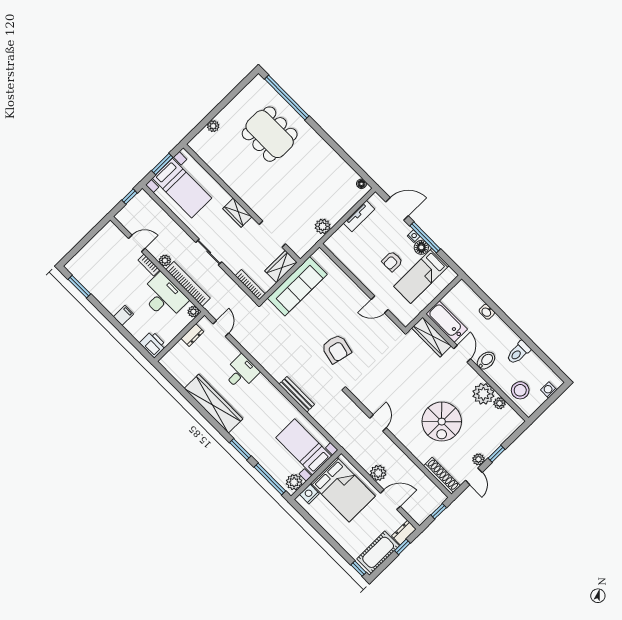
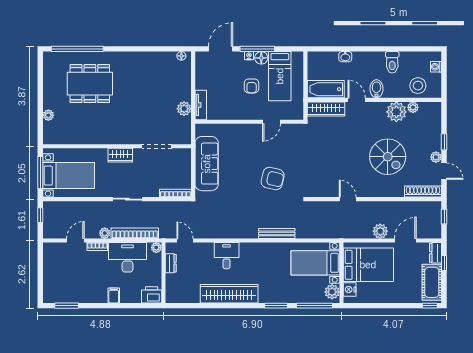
window: (162, 164) -> (40, 173), width x1.44
tv unit: (359, 216) -> (201, 105), moved
wardrobe: (281, 267) -> (183, 162), removed

